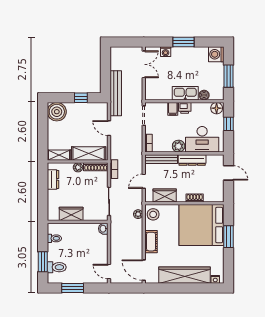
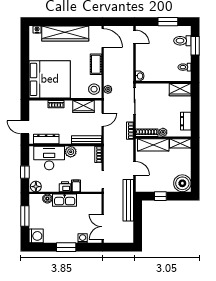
dresser: (192, 160) -> (46, 139), moved
wardrobe: (71, 214) -> (180, 90), moved
window: (228, 237) -> (25, 69), removed

